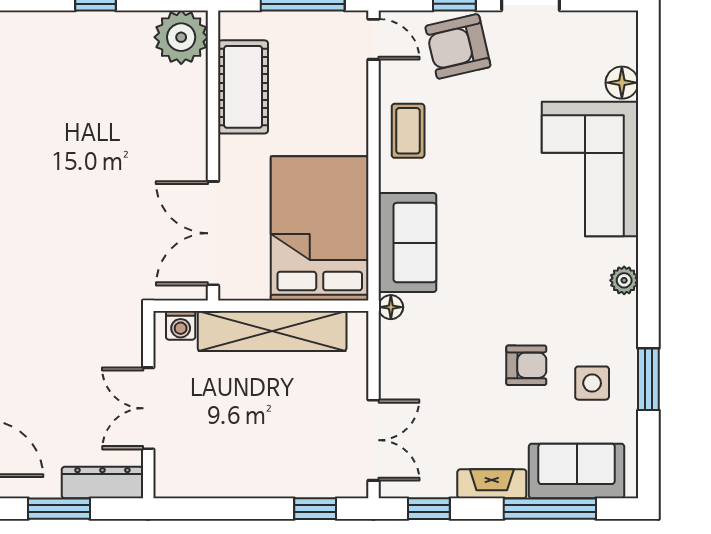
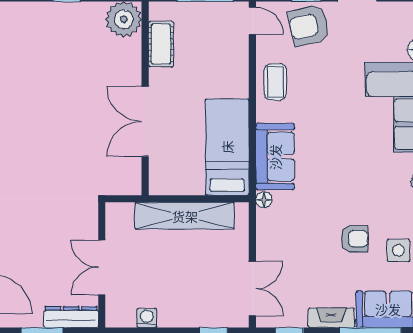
cot: (243, 87) -> (161, 44), width x0.73, depth x0.75
bed: (320, 228) -> (227, 147), width x0.67
double door: (213, 233) -> (145, 122), moved
washing machine: (181, 325) -> (147, 318), moved, turned 180

